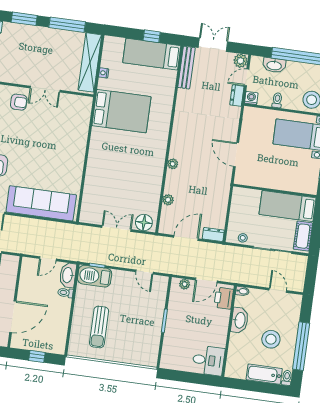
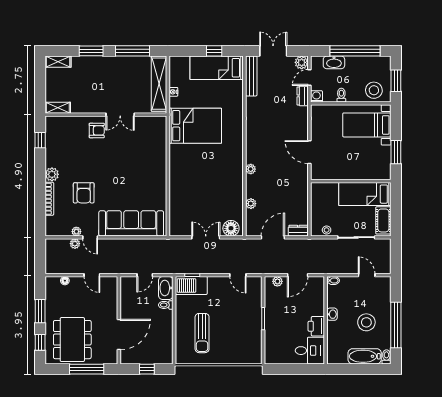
printer: (224, 298) -> (316, 326), moved
washbasin: (240, 320) -> (332, 314), width x0.52, depth x0.69

